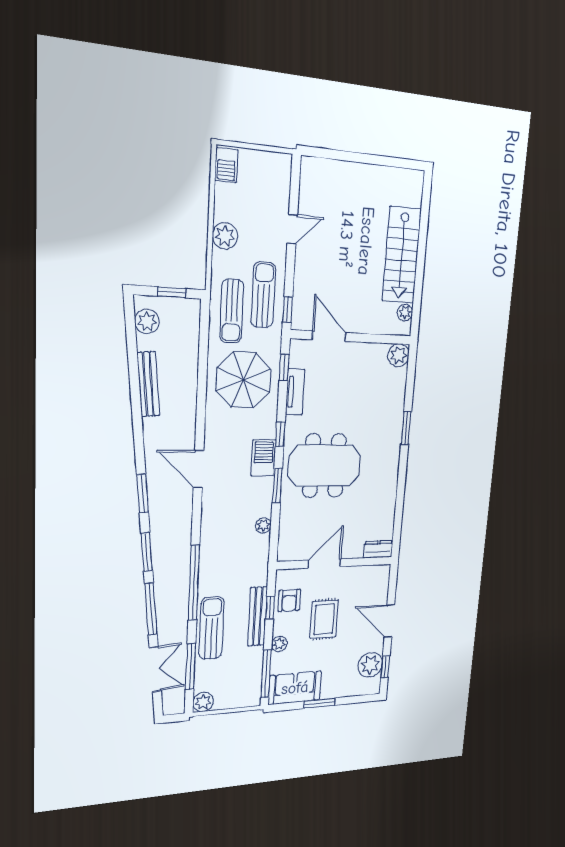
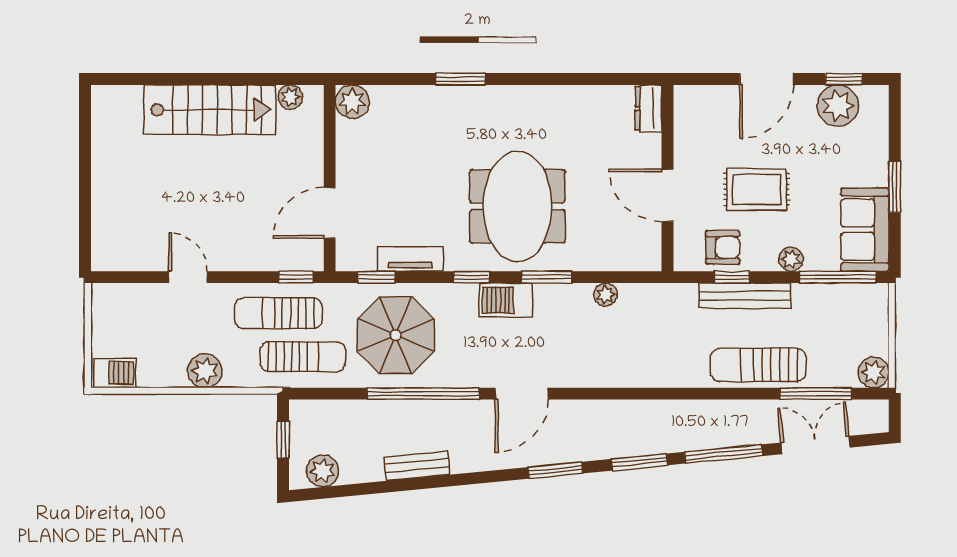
bench: (148, 384) -> (417, 466), width x0.73
window: (194, 583) -> (423, 394), moved

